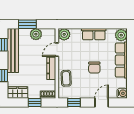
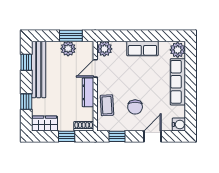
window: (27, 24) -> (71, 36), moved
chair: (94, 68) -> (135, 107), moved

